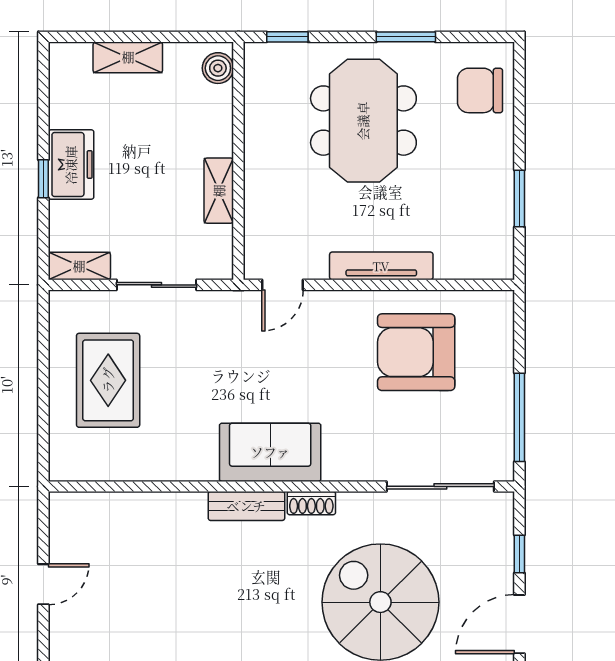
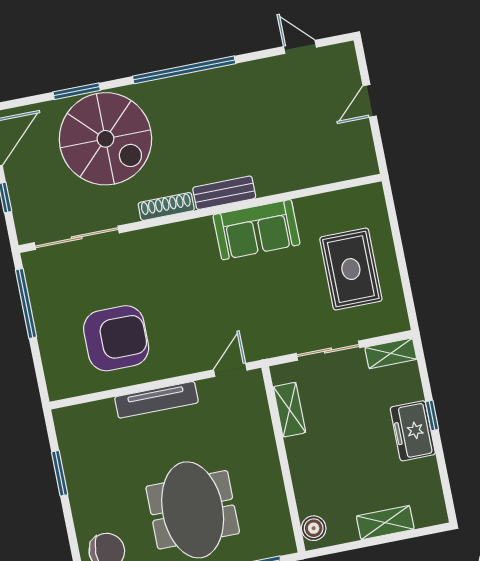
shelving: (219, 191) -> (289, 410), moved
sofa: (270, 452) -> (257, 230), moved
shoe rack: (311, 503) -> (166, 207), width x1.43

